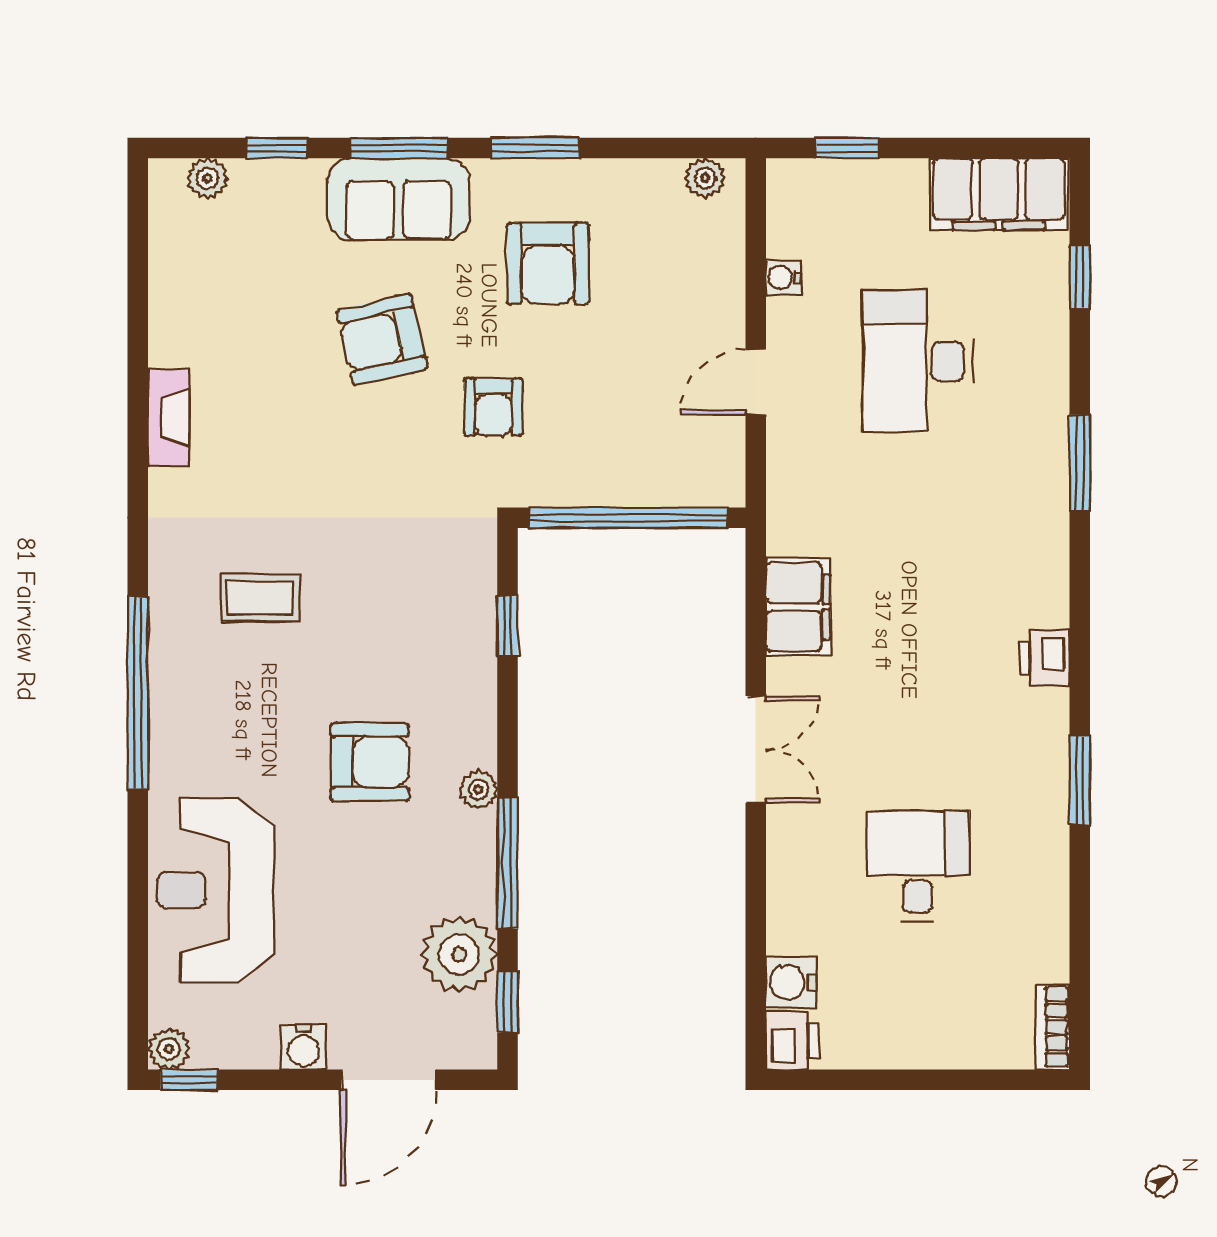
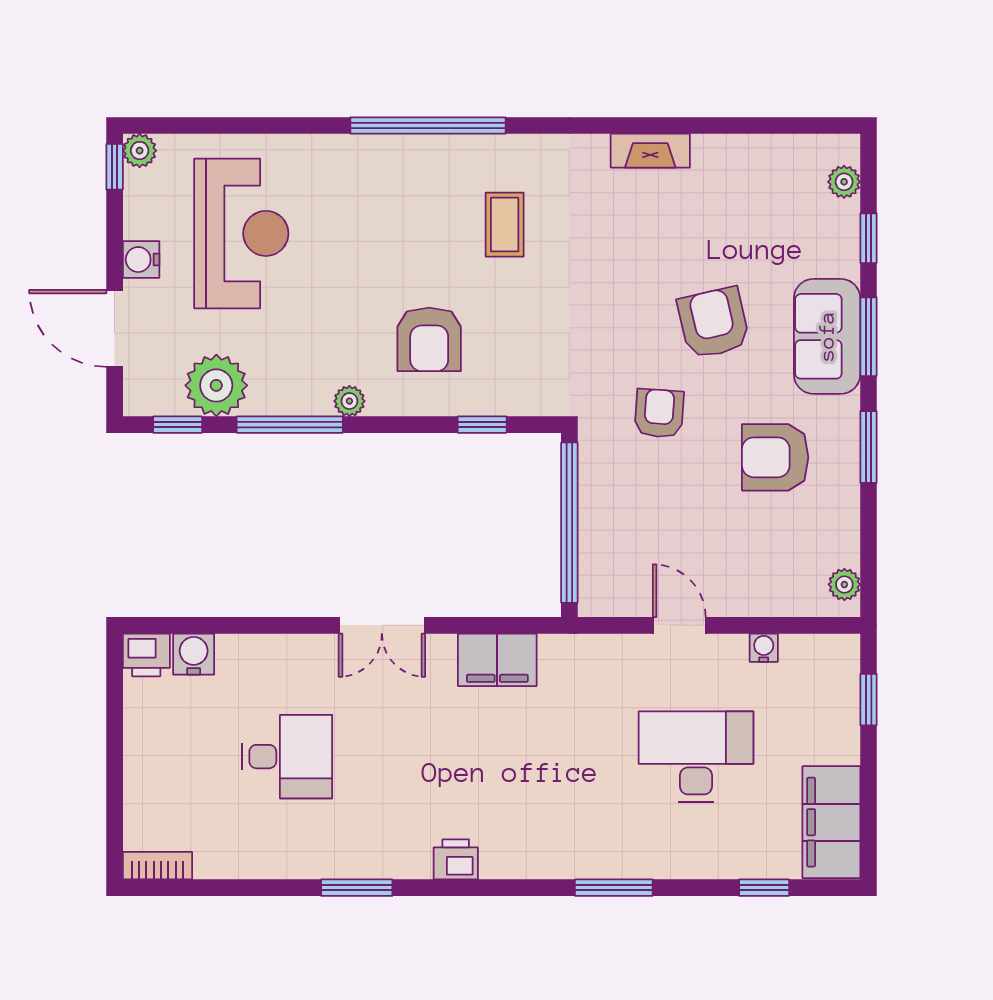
armchair: (494, 407) -> (659, 413), turned 94
armchair: (370, 762) -> (429, 339), moved
reception desk: (215, 890) -> (241, 233), moved, turned 90

